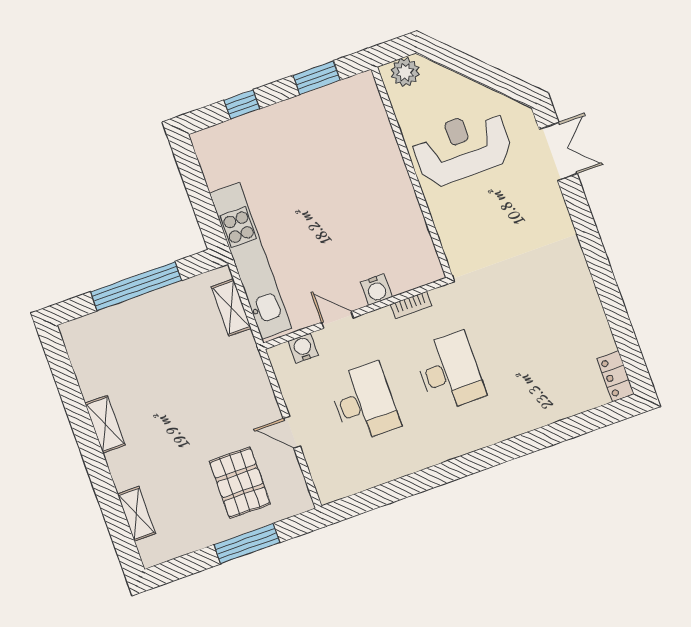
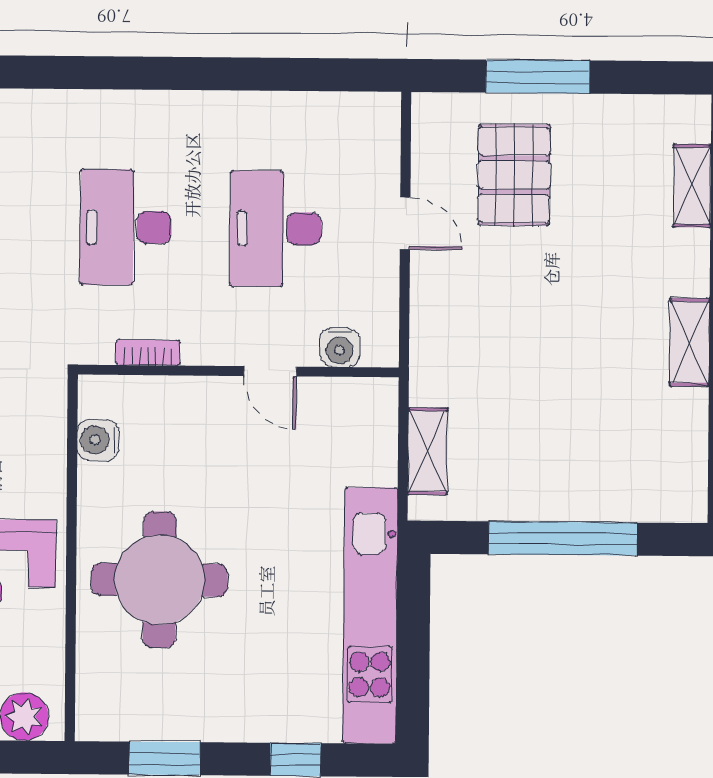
round table: (357, 178) -> (159, 580), added
kitchen unit: (251, 261) -> (370, 616), moved
water cooler: (376, 289) -> (98, 440), moved, turned -90

